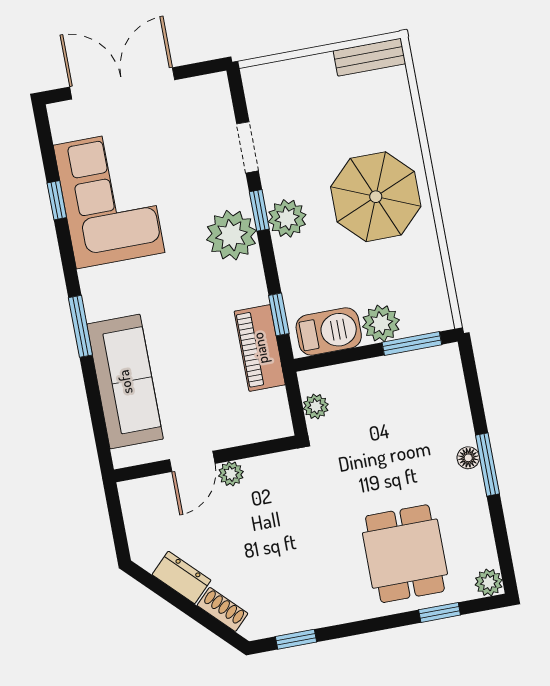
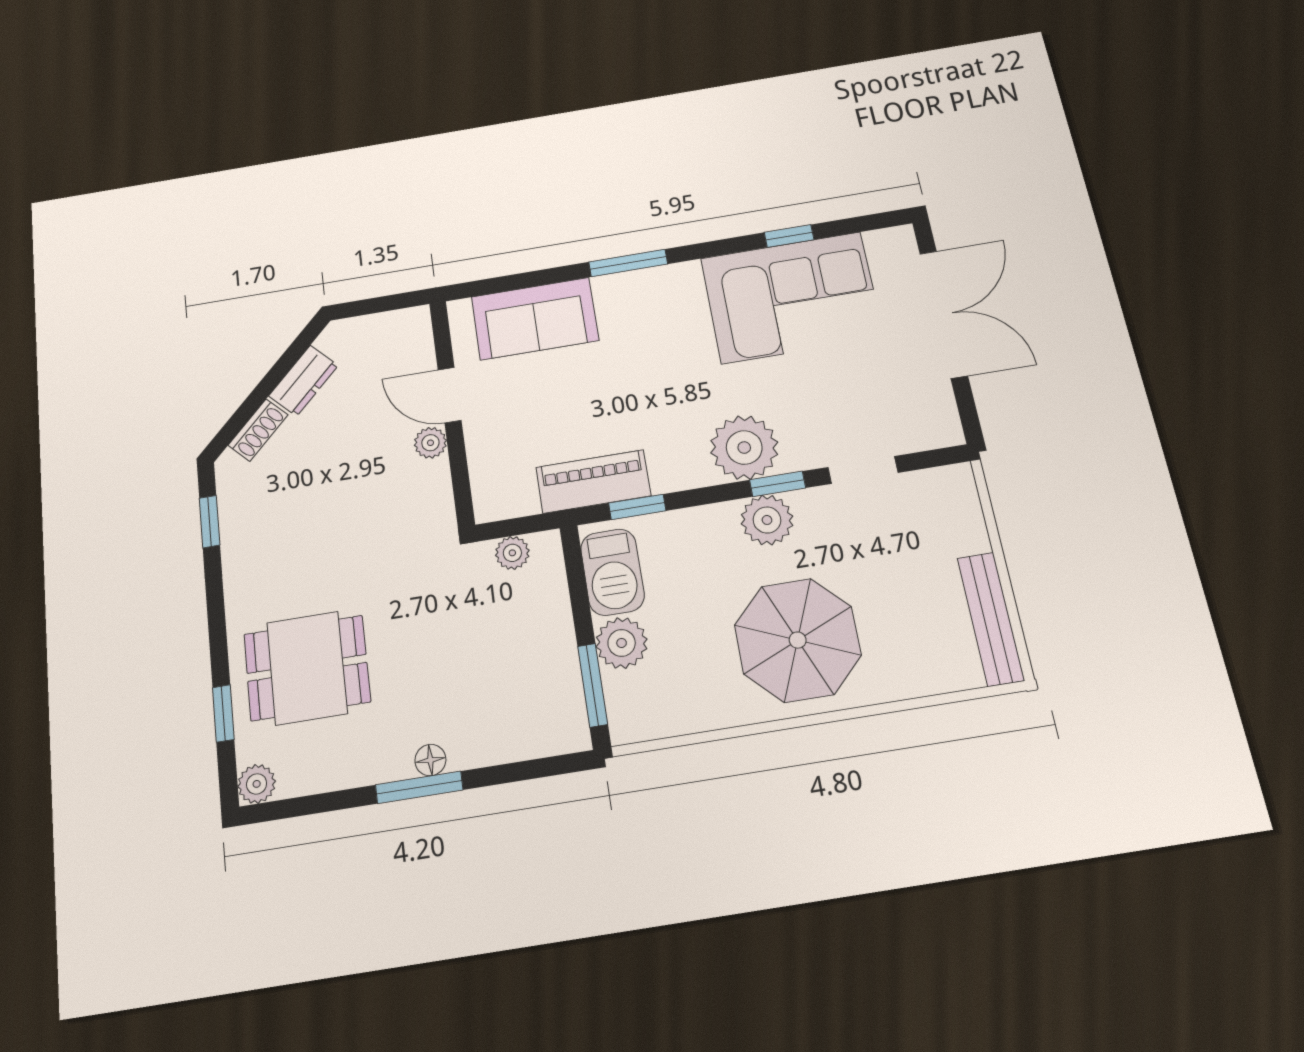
bench: (369, 57) -> (991, 619), width x1.36
sofa: (125, 382) -> (535, 319), width x0.73

